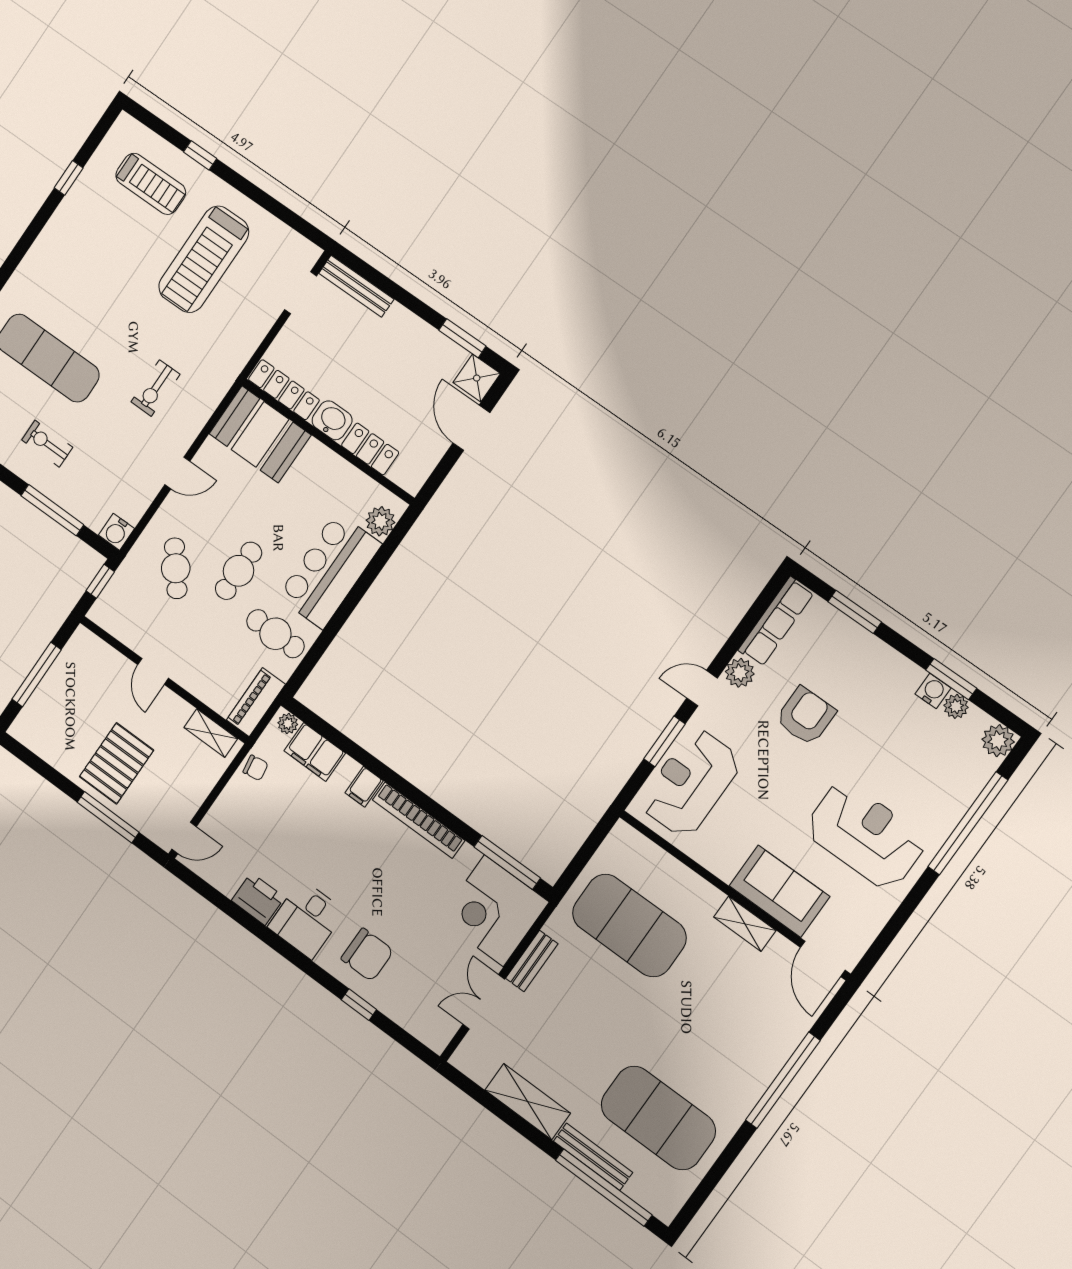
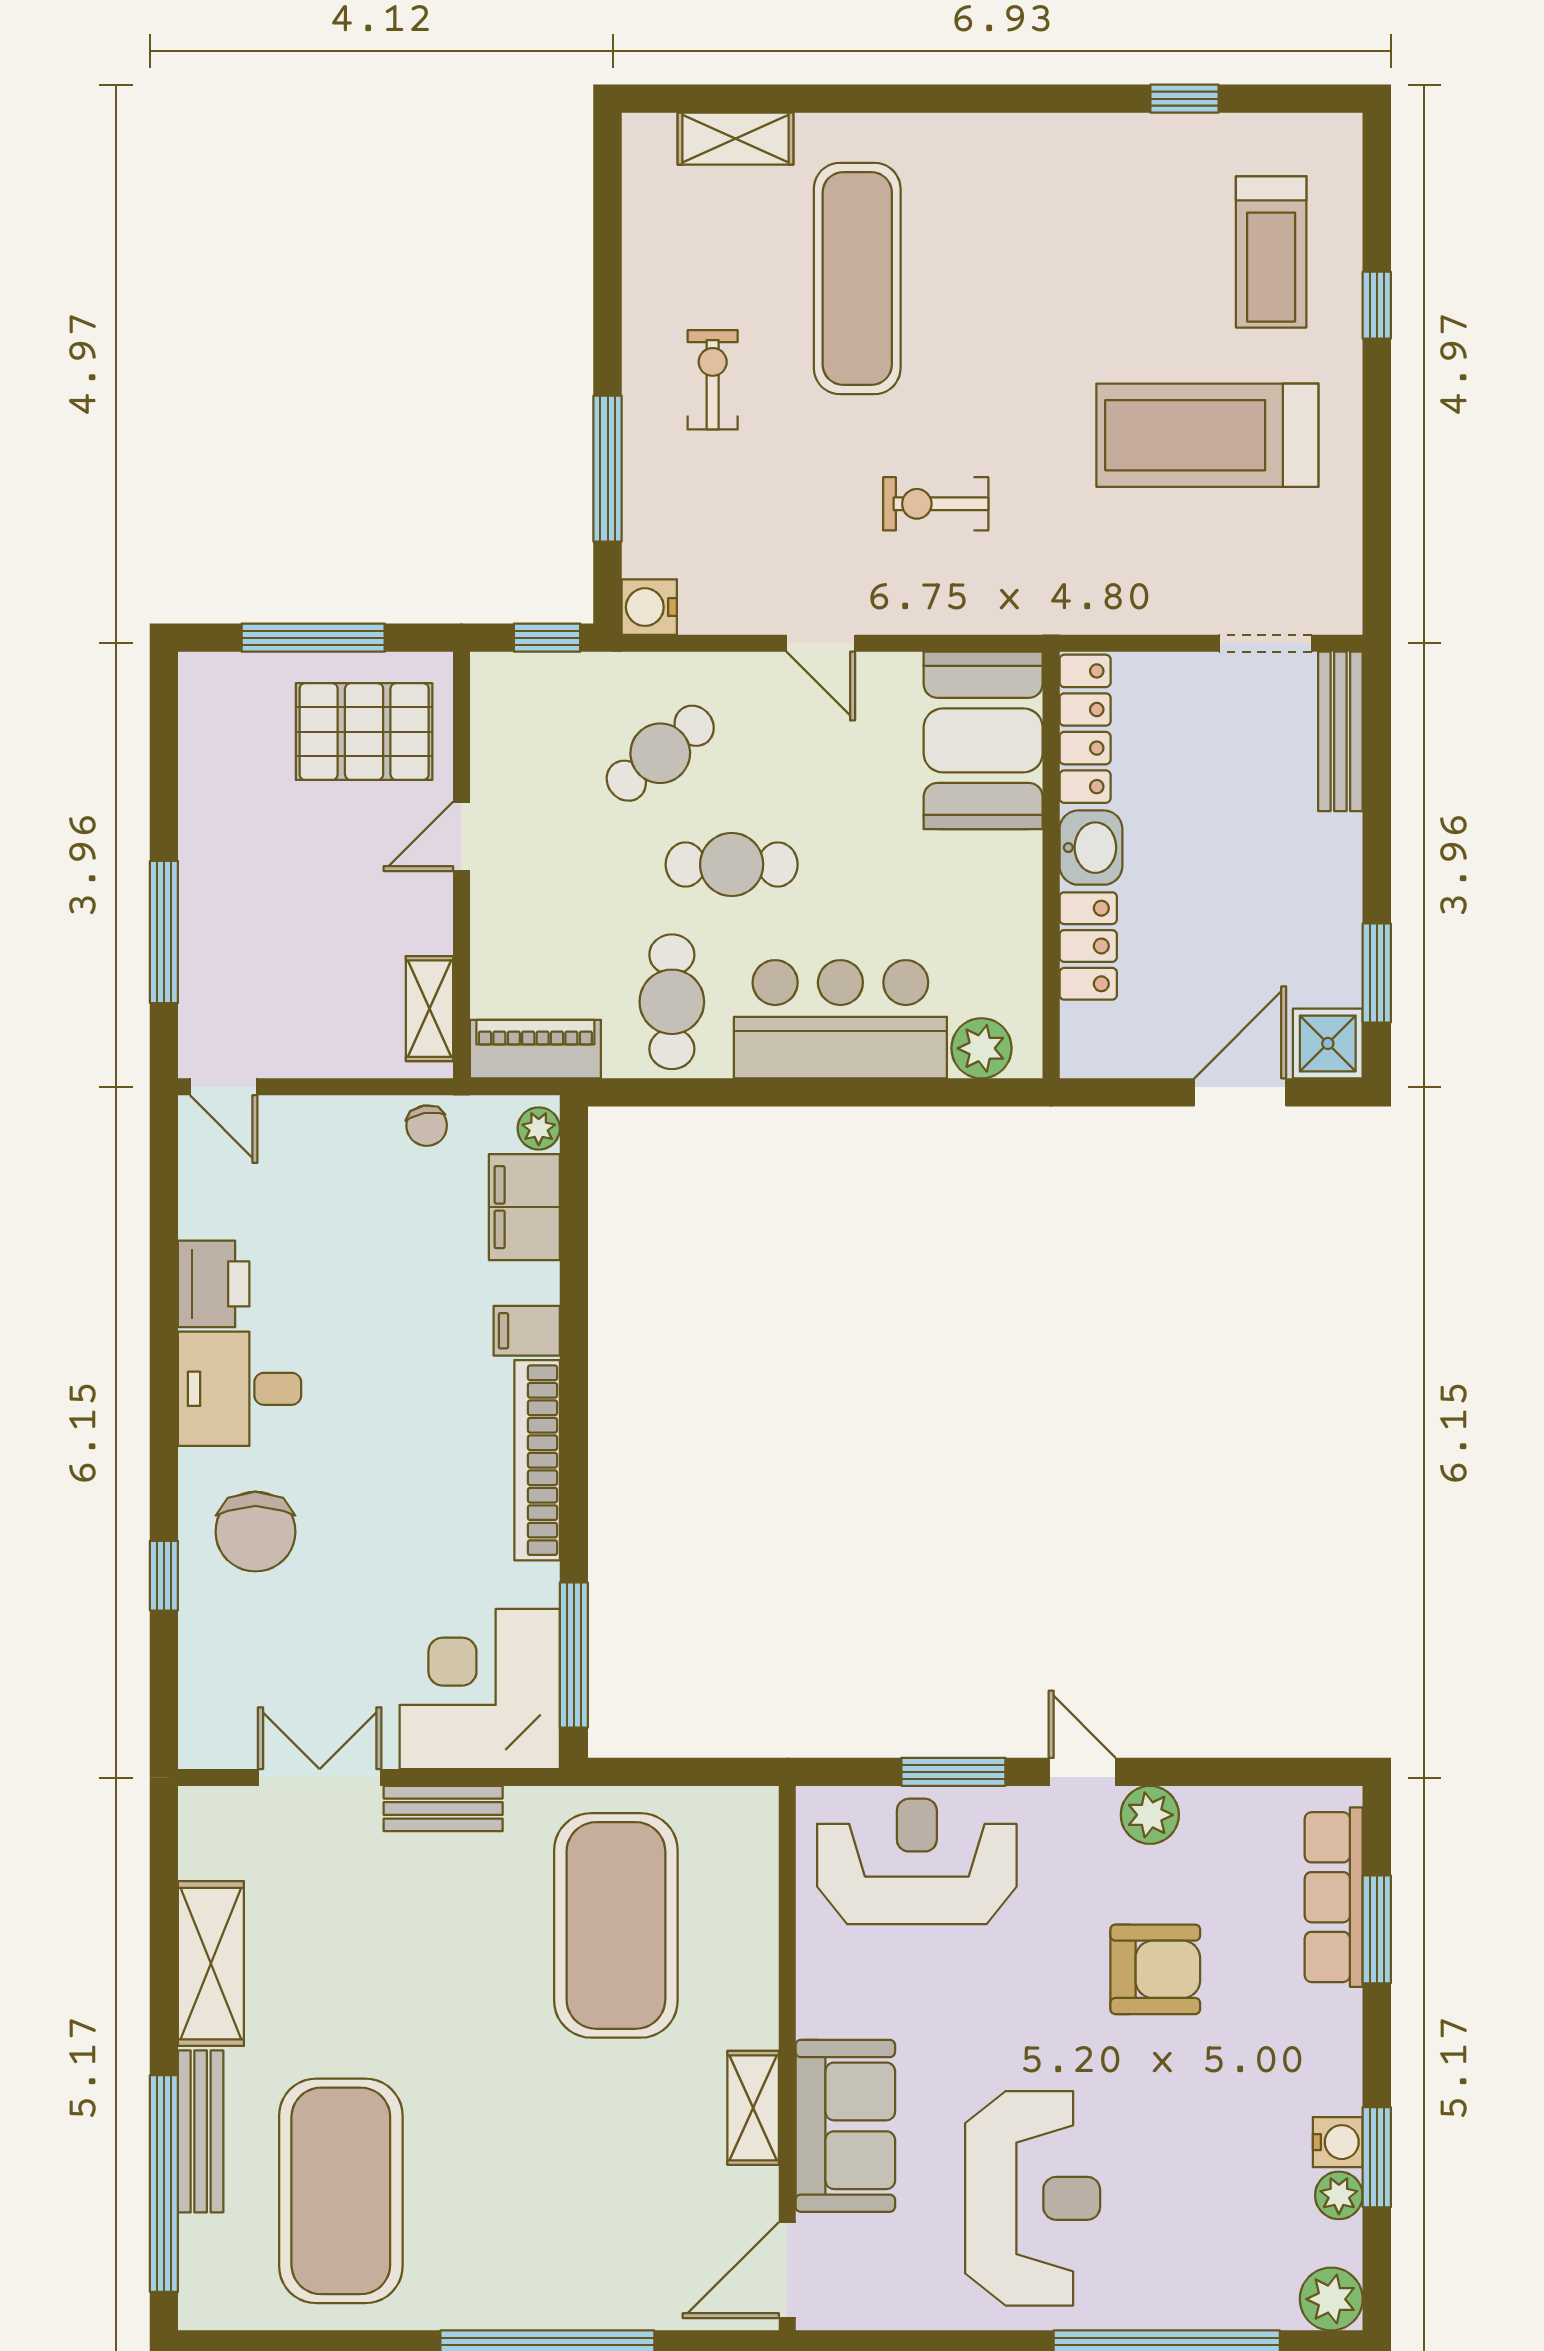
row of seats: (776, 622) -> (1334, 1897), moved, turned 90
pallet: (116, 763) -> (364, 732), moved

